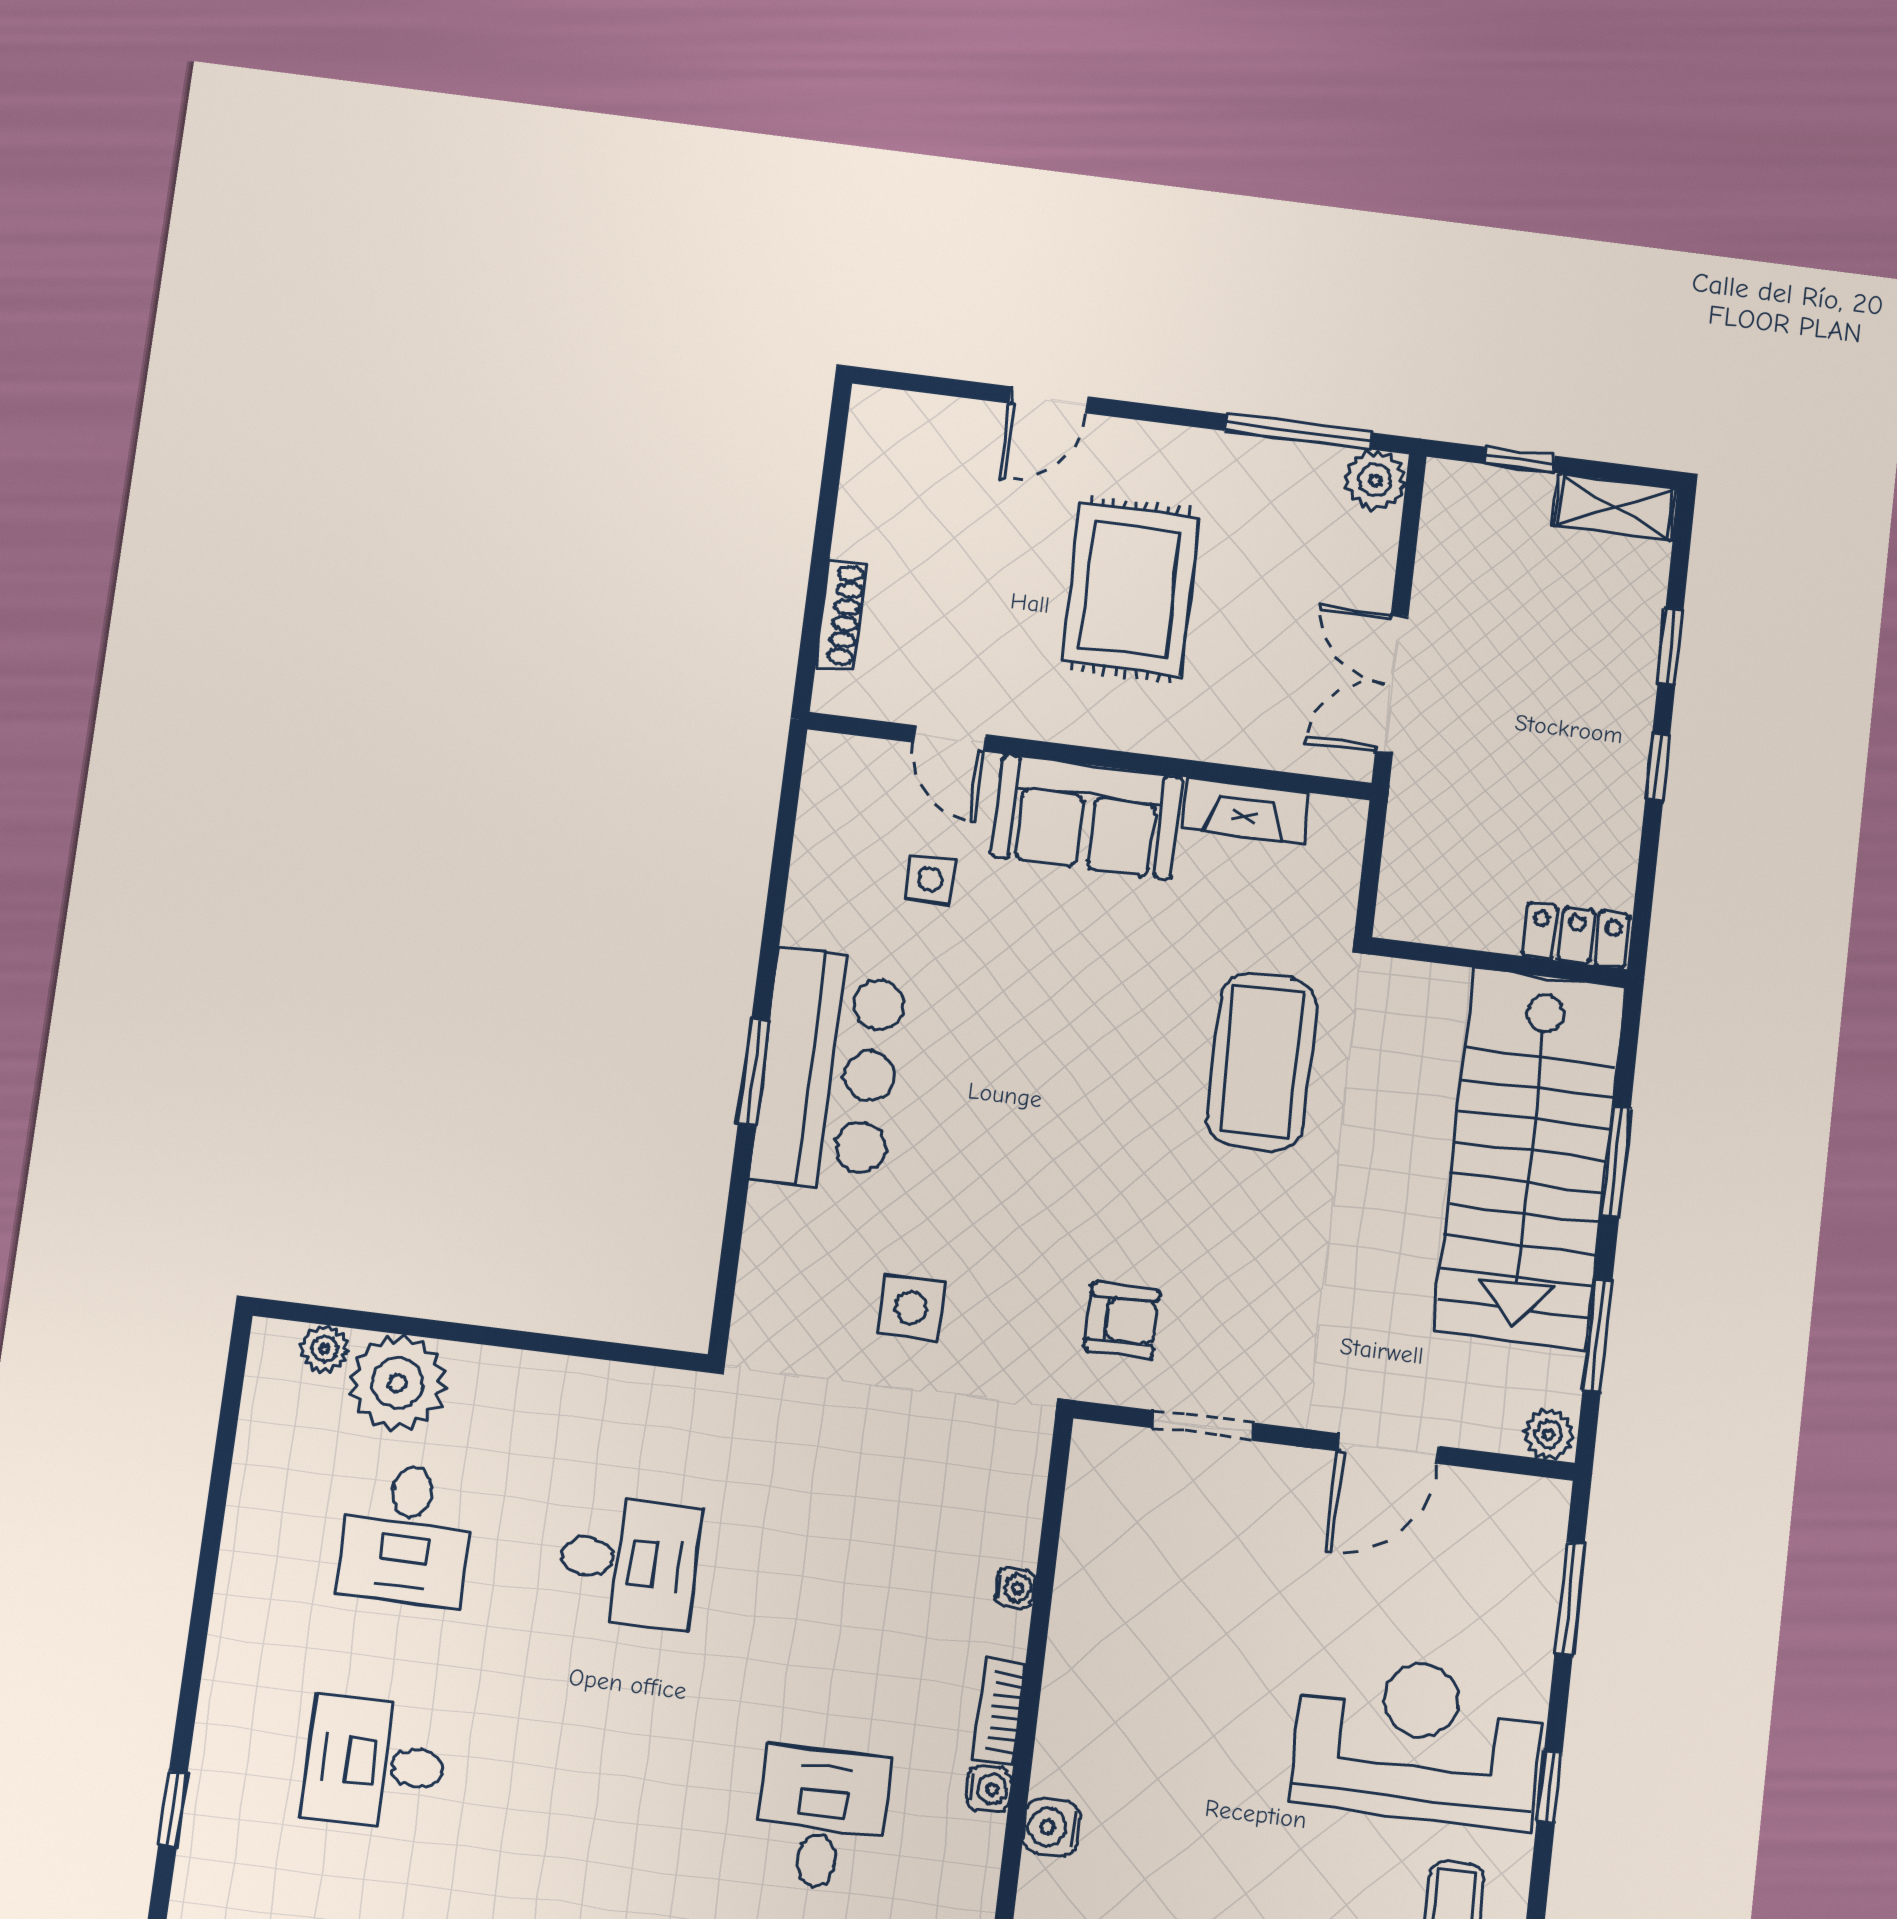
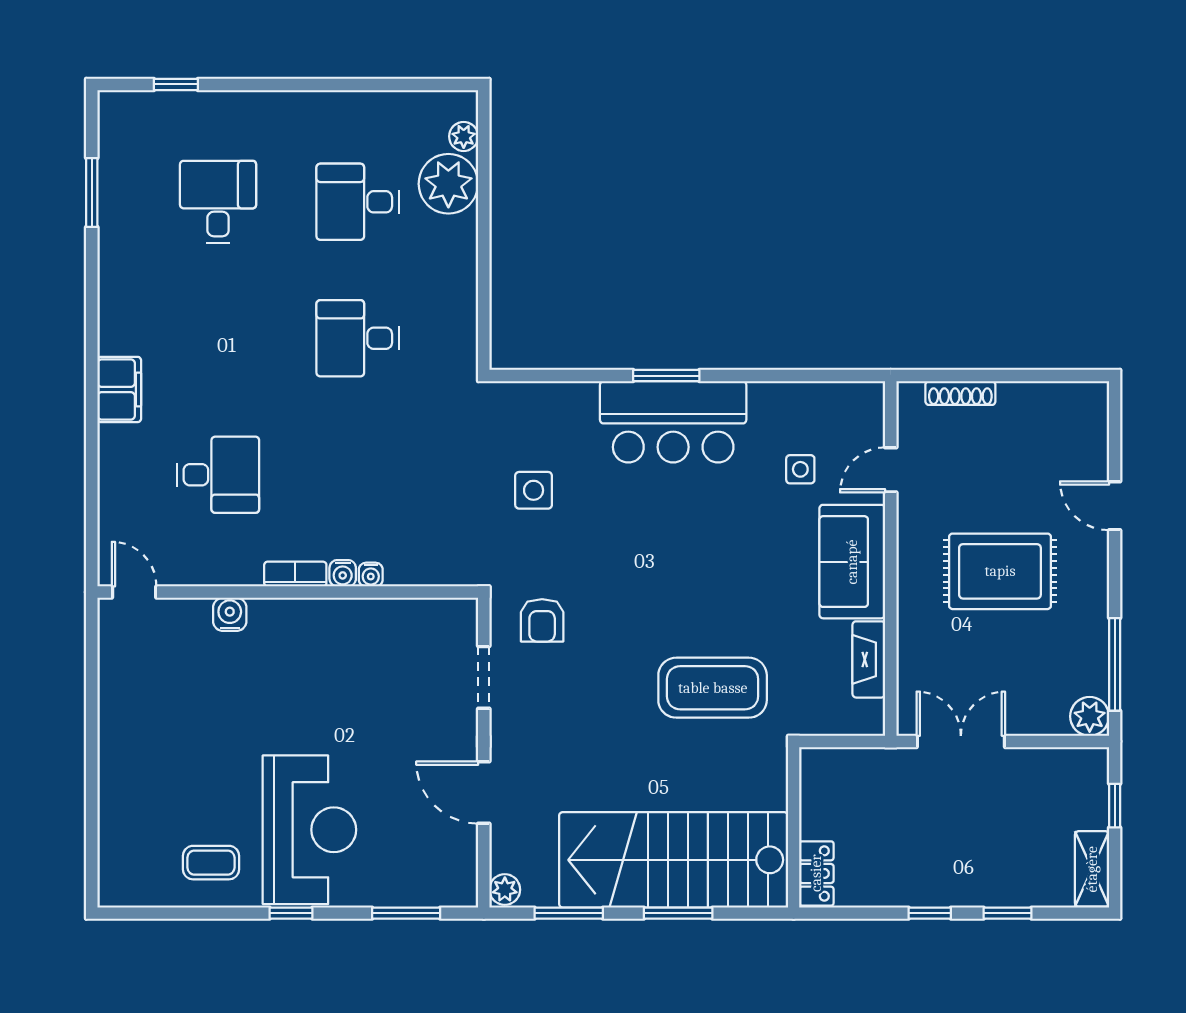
desk: (628, 1562) -> (358, 338), turned 90
water cooler: (988, 1789) -> (343, 573), moved

